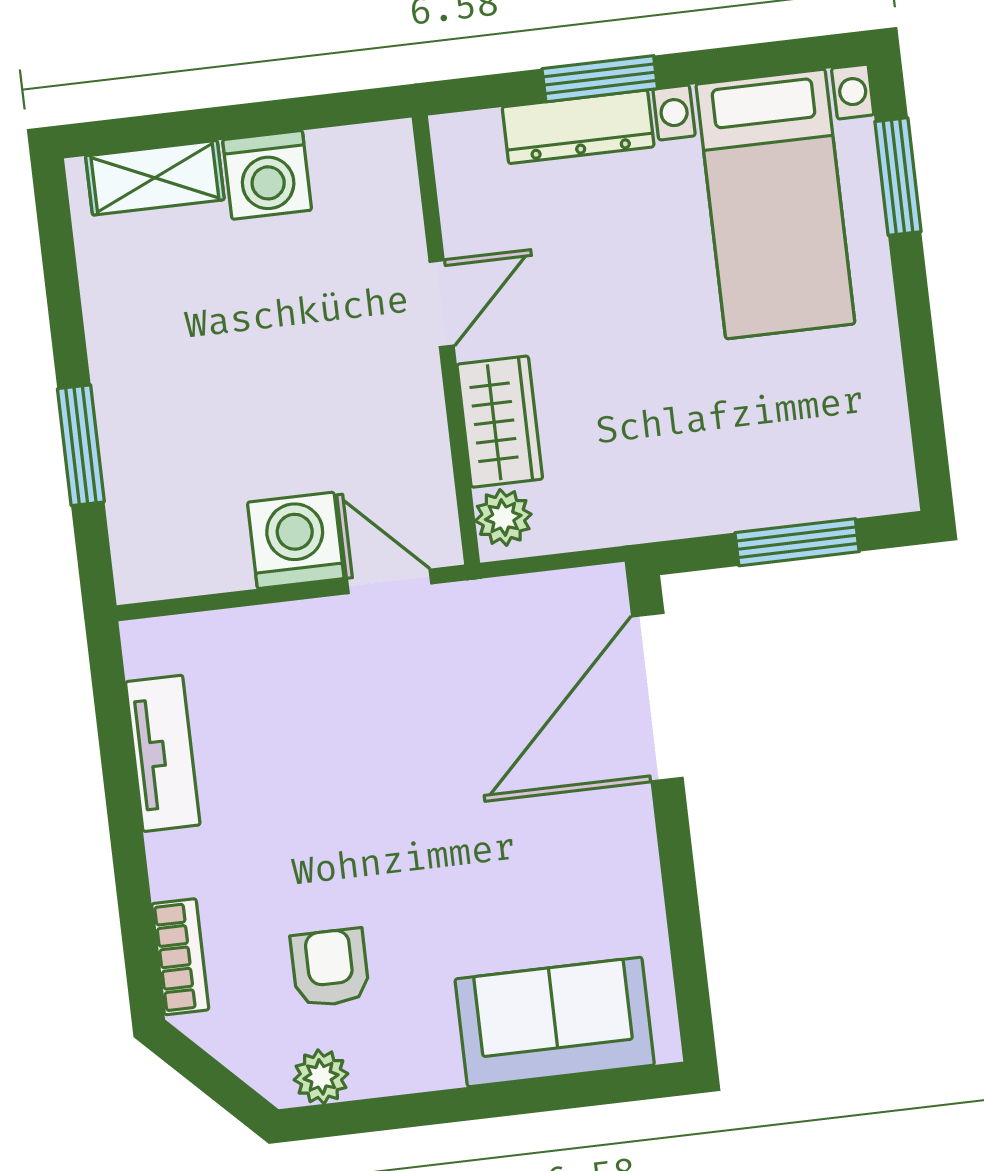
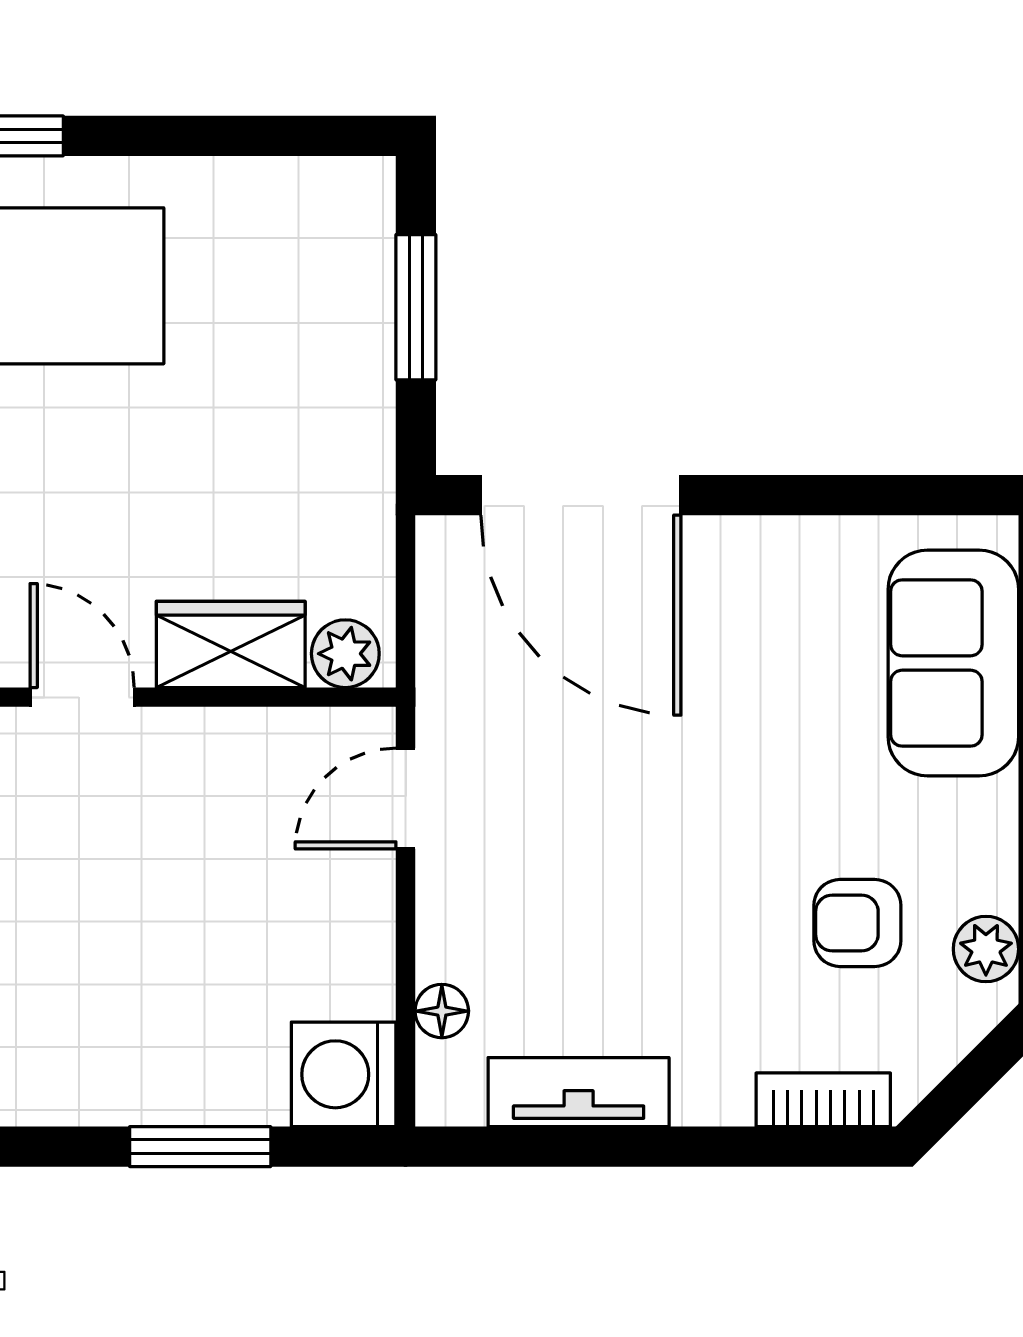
washing machine: (296, 540) -> (344, 1074), moved
floor lamp: (217, 632) -> (442, 1011), added

